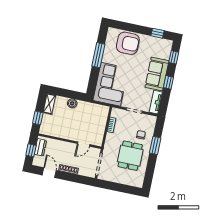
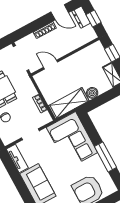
window: (168, 82) -> (21, 186), removed
shelving: (93, 110) -> (69, 103), added
door: (84, 144) -> (50, 65), hinge flipped
dresser: (40, 147) -> (81, 17), moved

